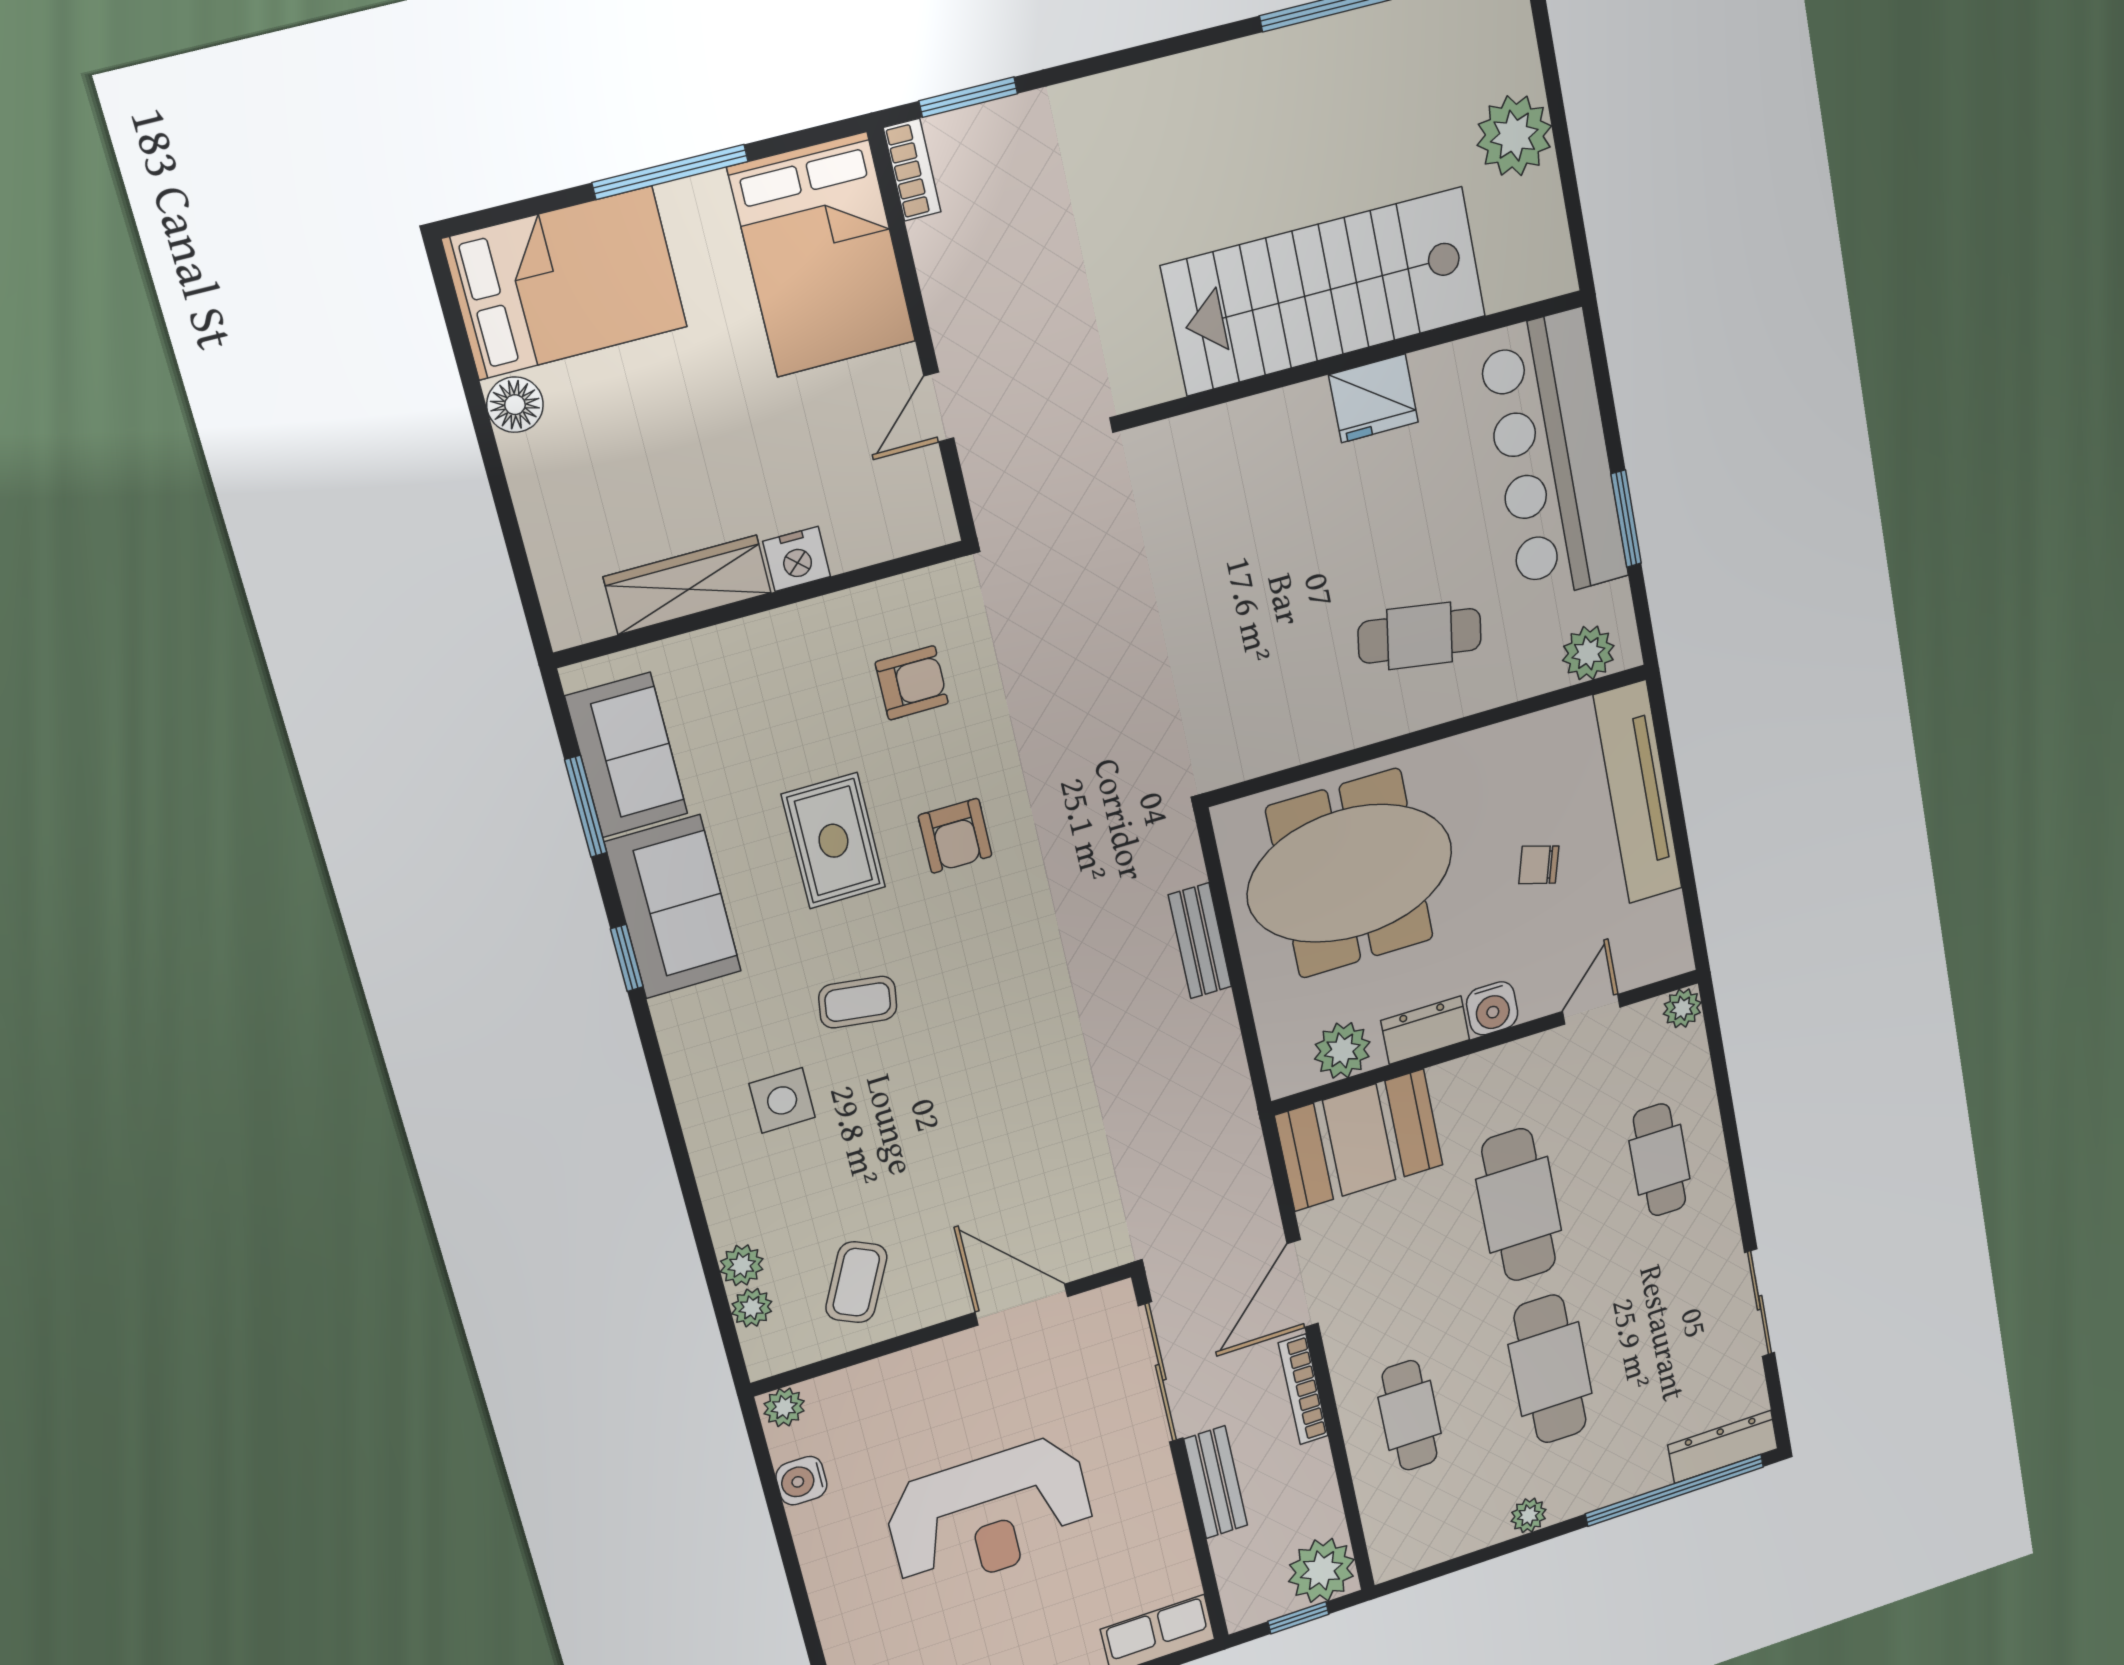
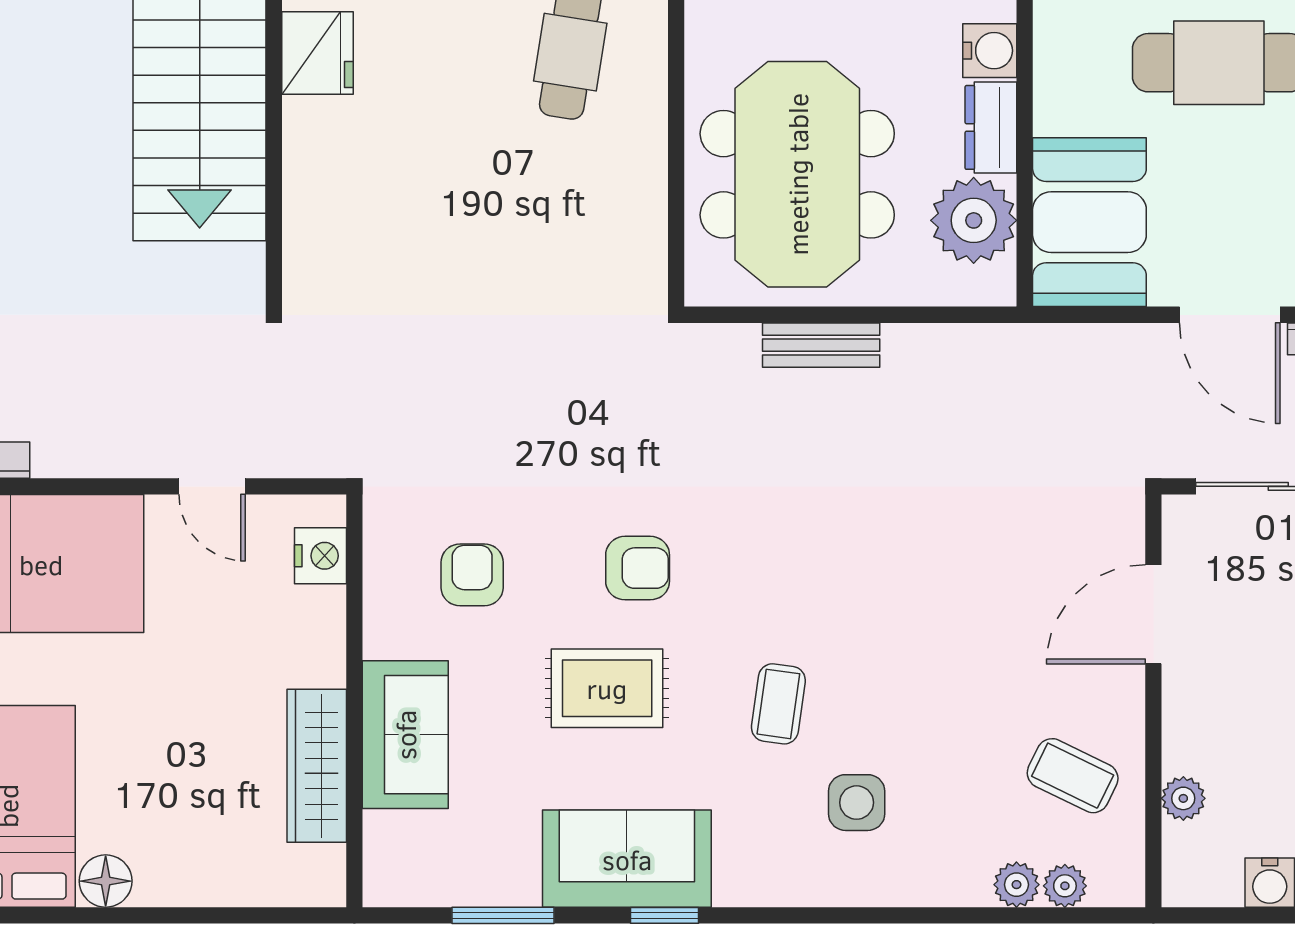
nightstand: (797, 559) -> (320, 556), moved
sofa: (626, 755) -> (405, 735), moved, turned 90
plant: (1342, 1050) -> (974, 220), width x1.36, depth x1.36
plant: (784, 1407) -> (1183, 798), moved

